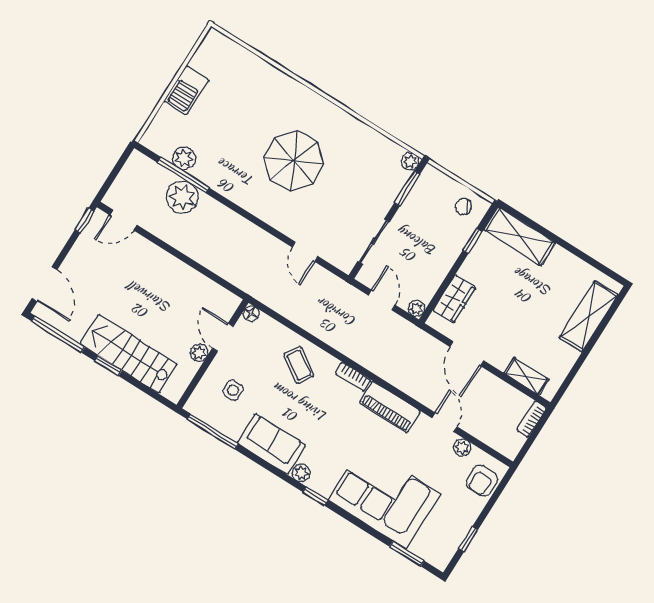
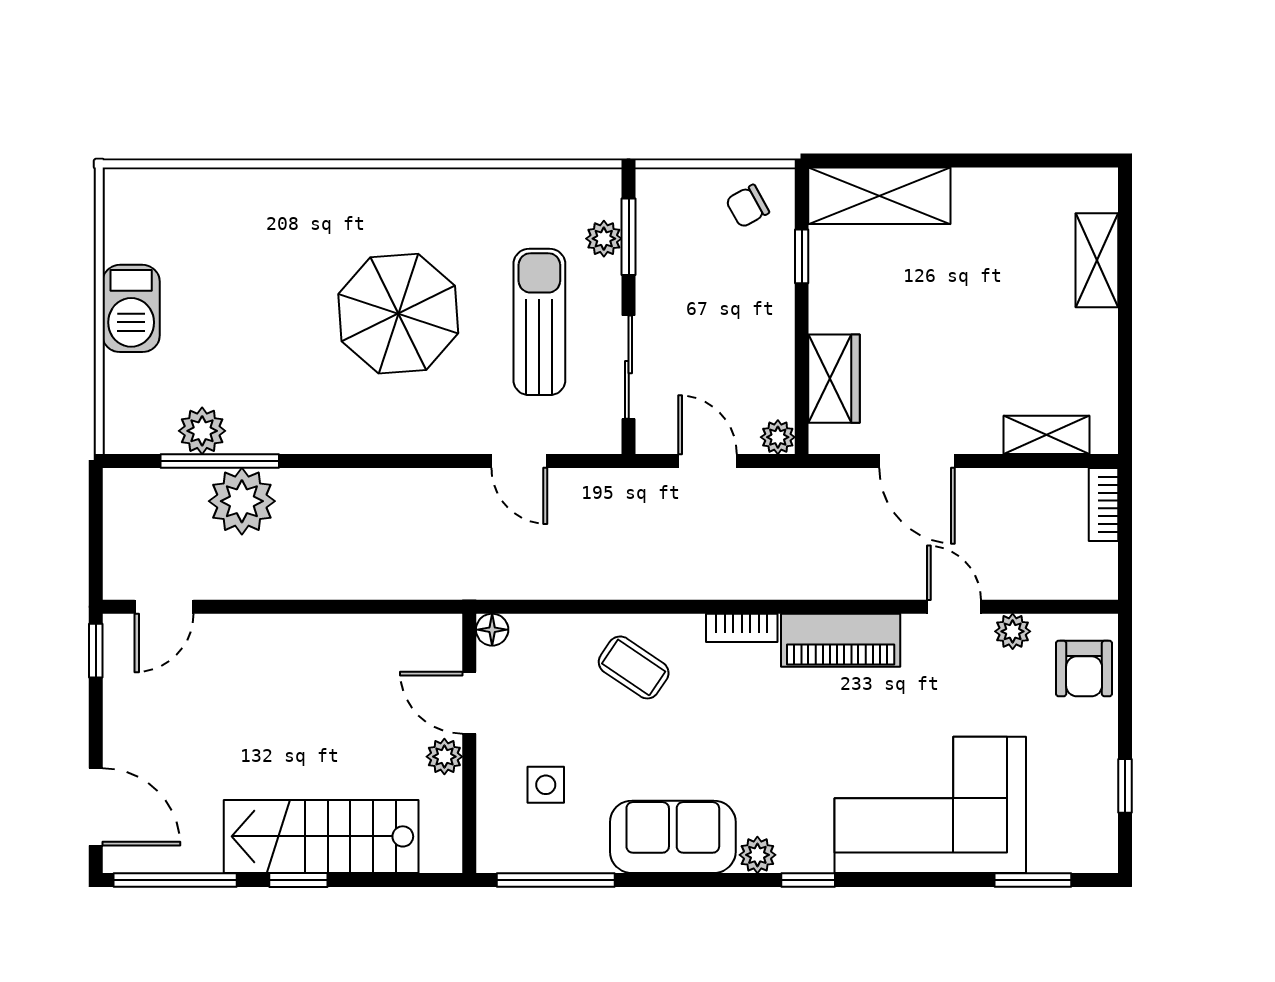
plant: (410, 161) -> (604, 239), moved
sun lounger: (349, 200) -> (539, 322), added
shelving: (589, 316) -> (1097, 260), width x0.67, depth x0.75

